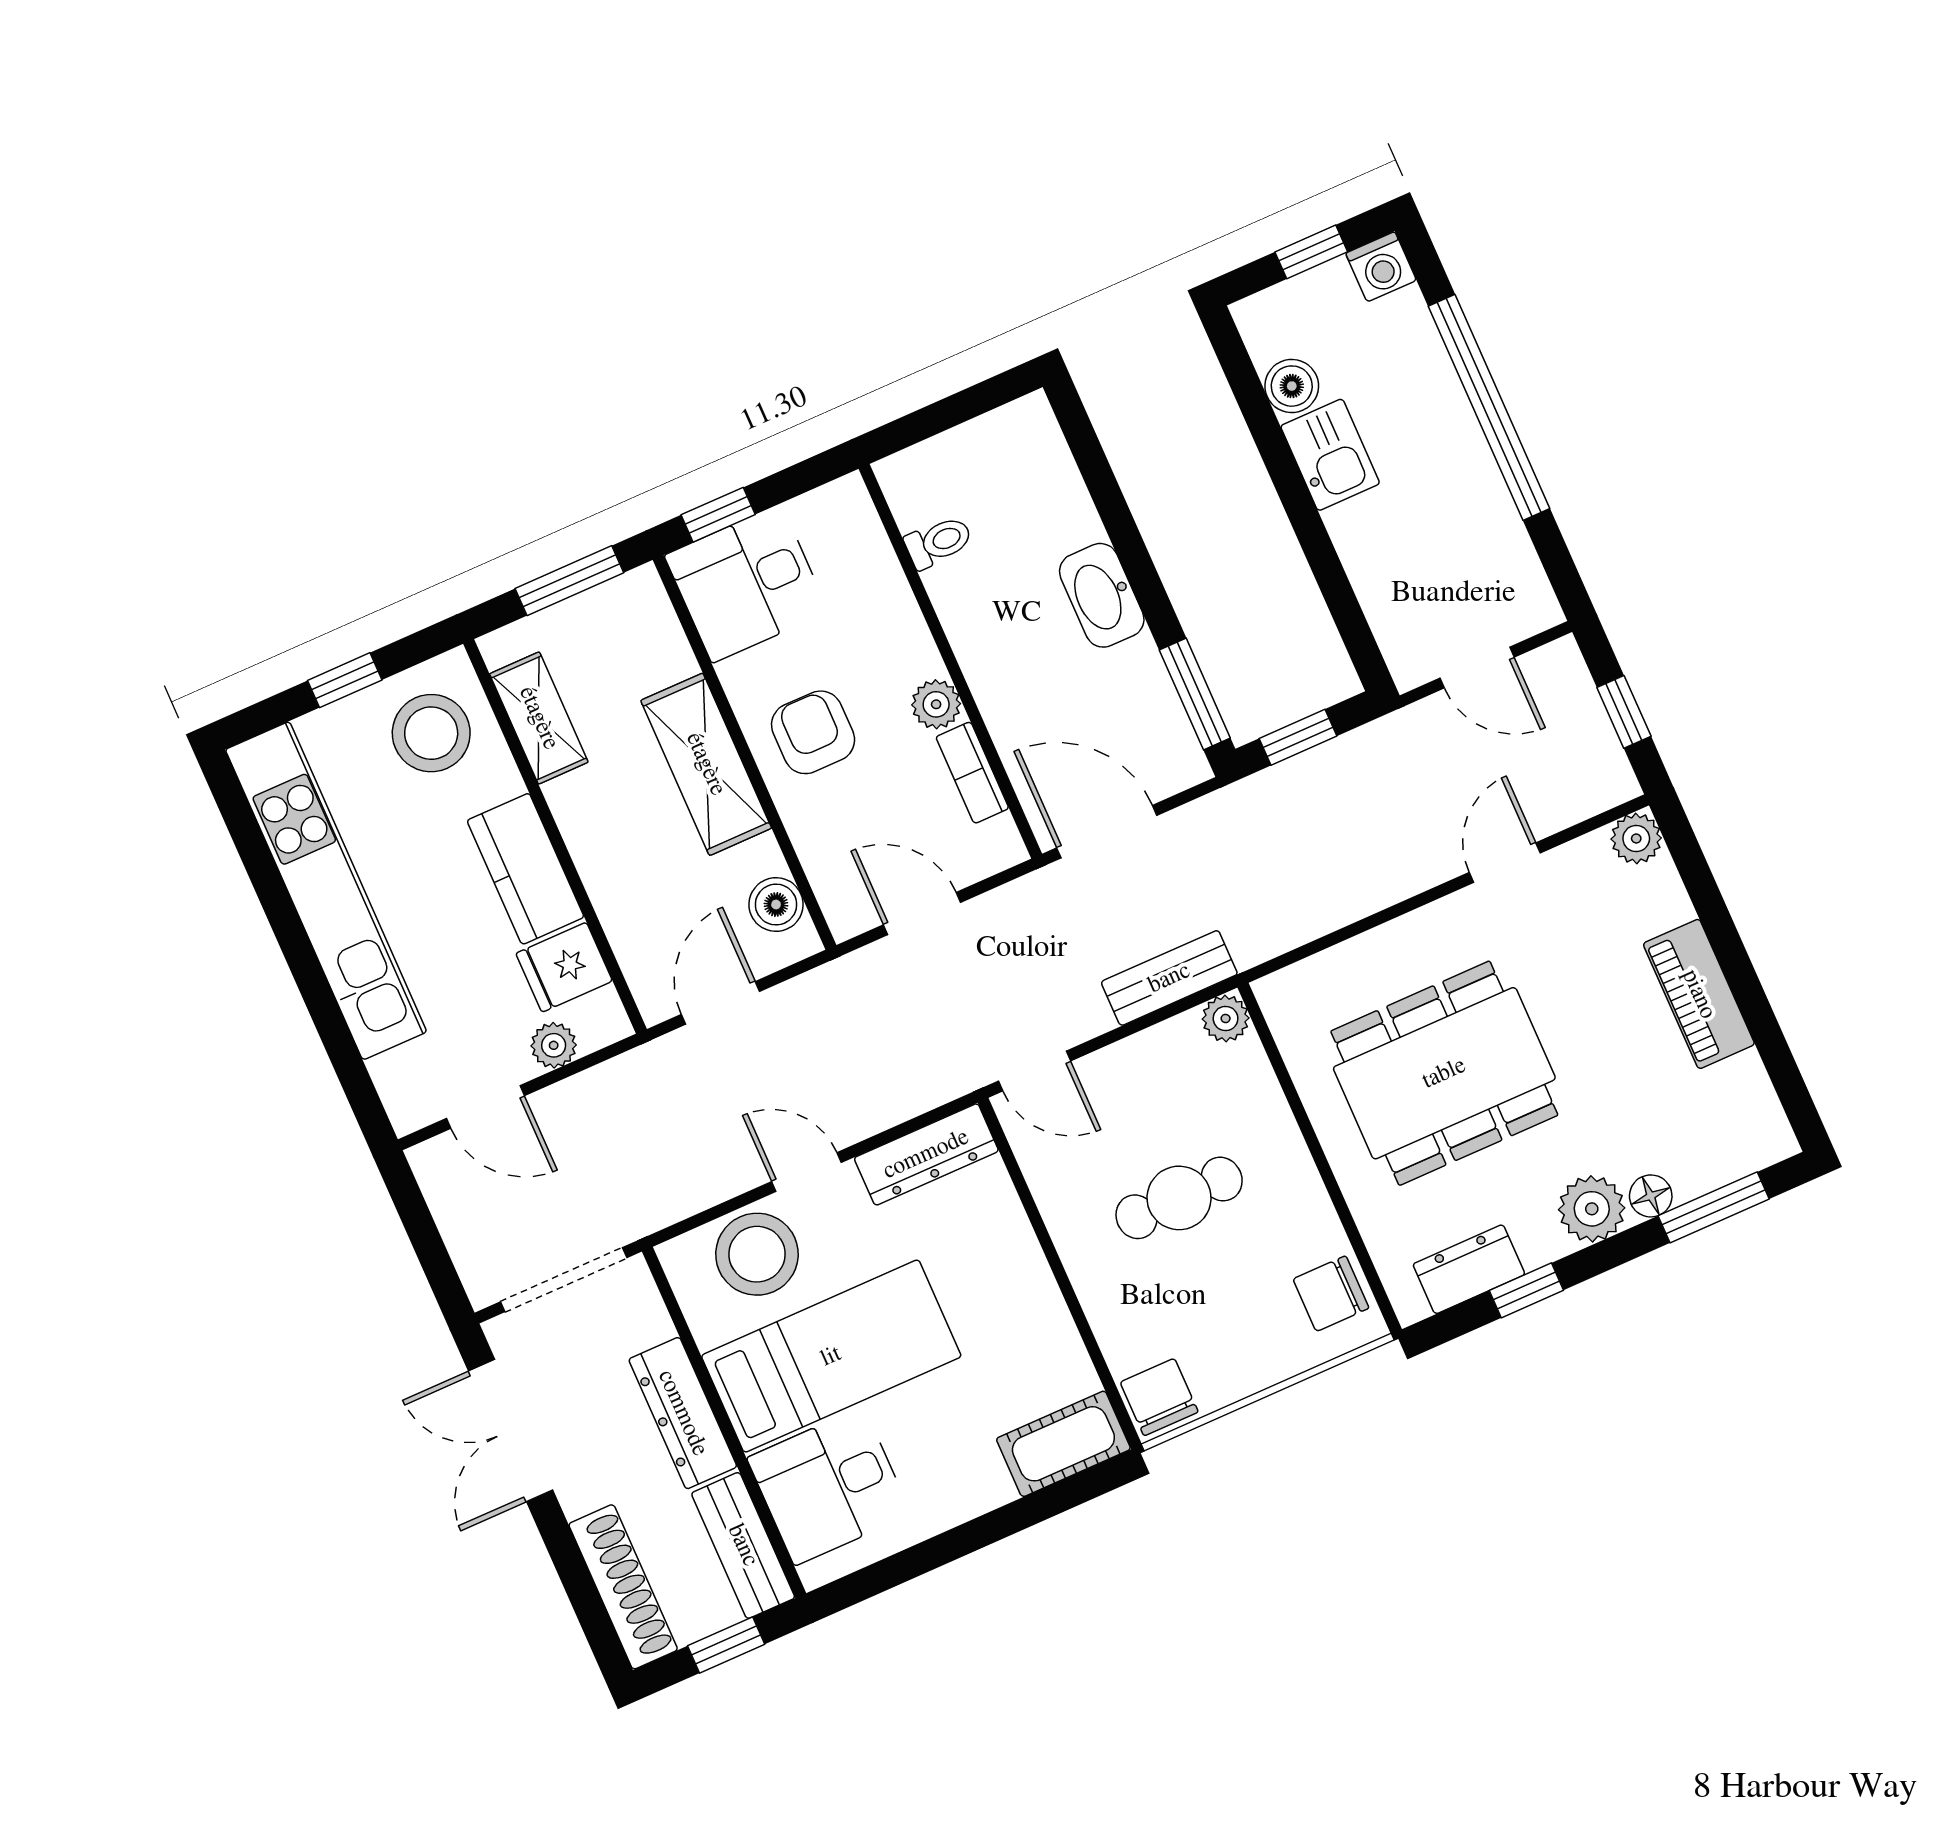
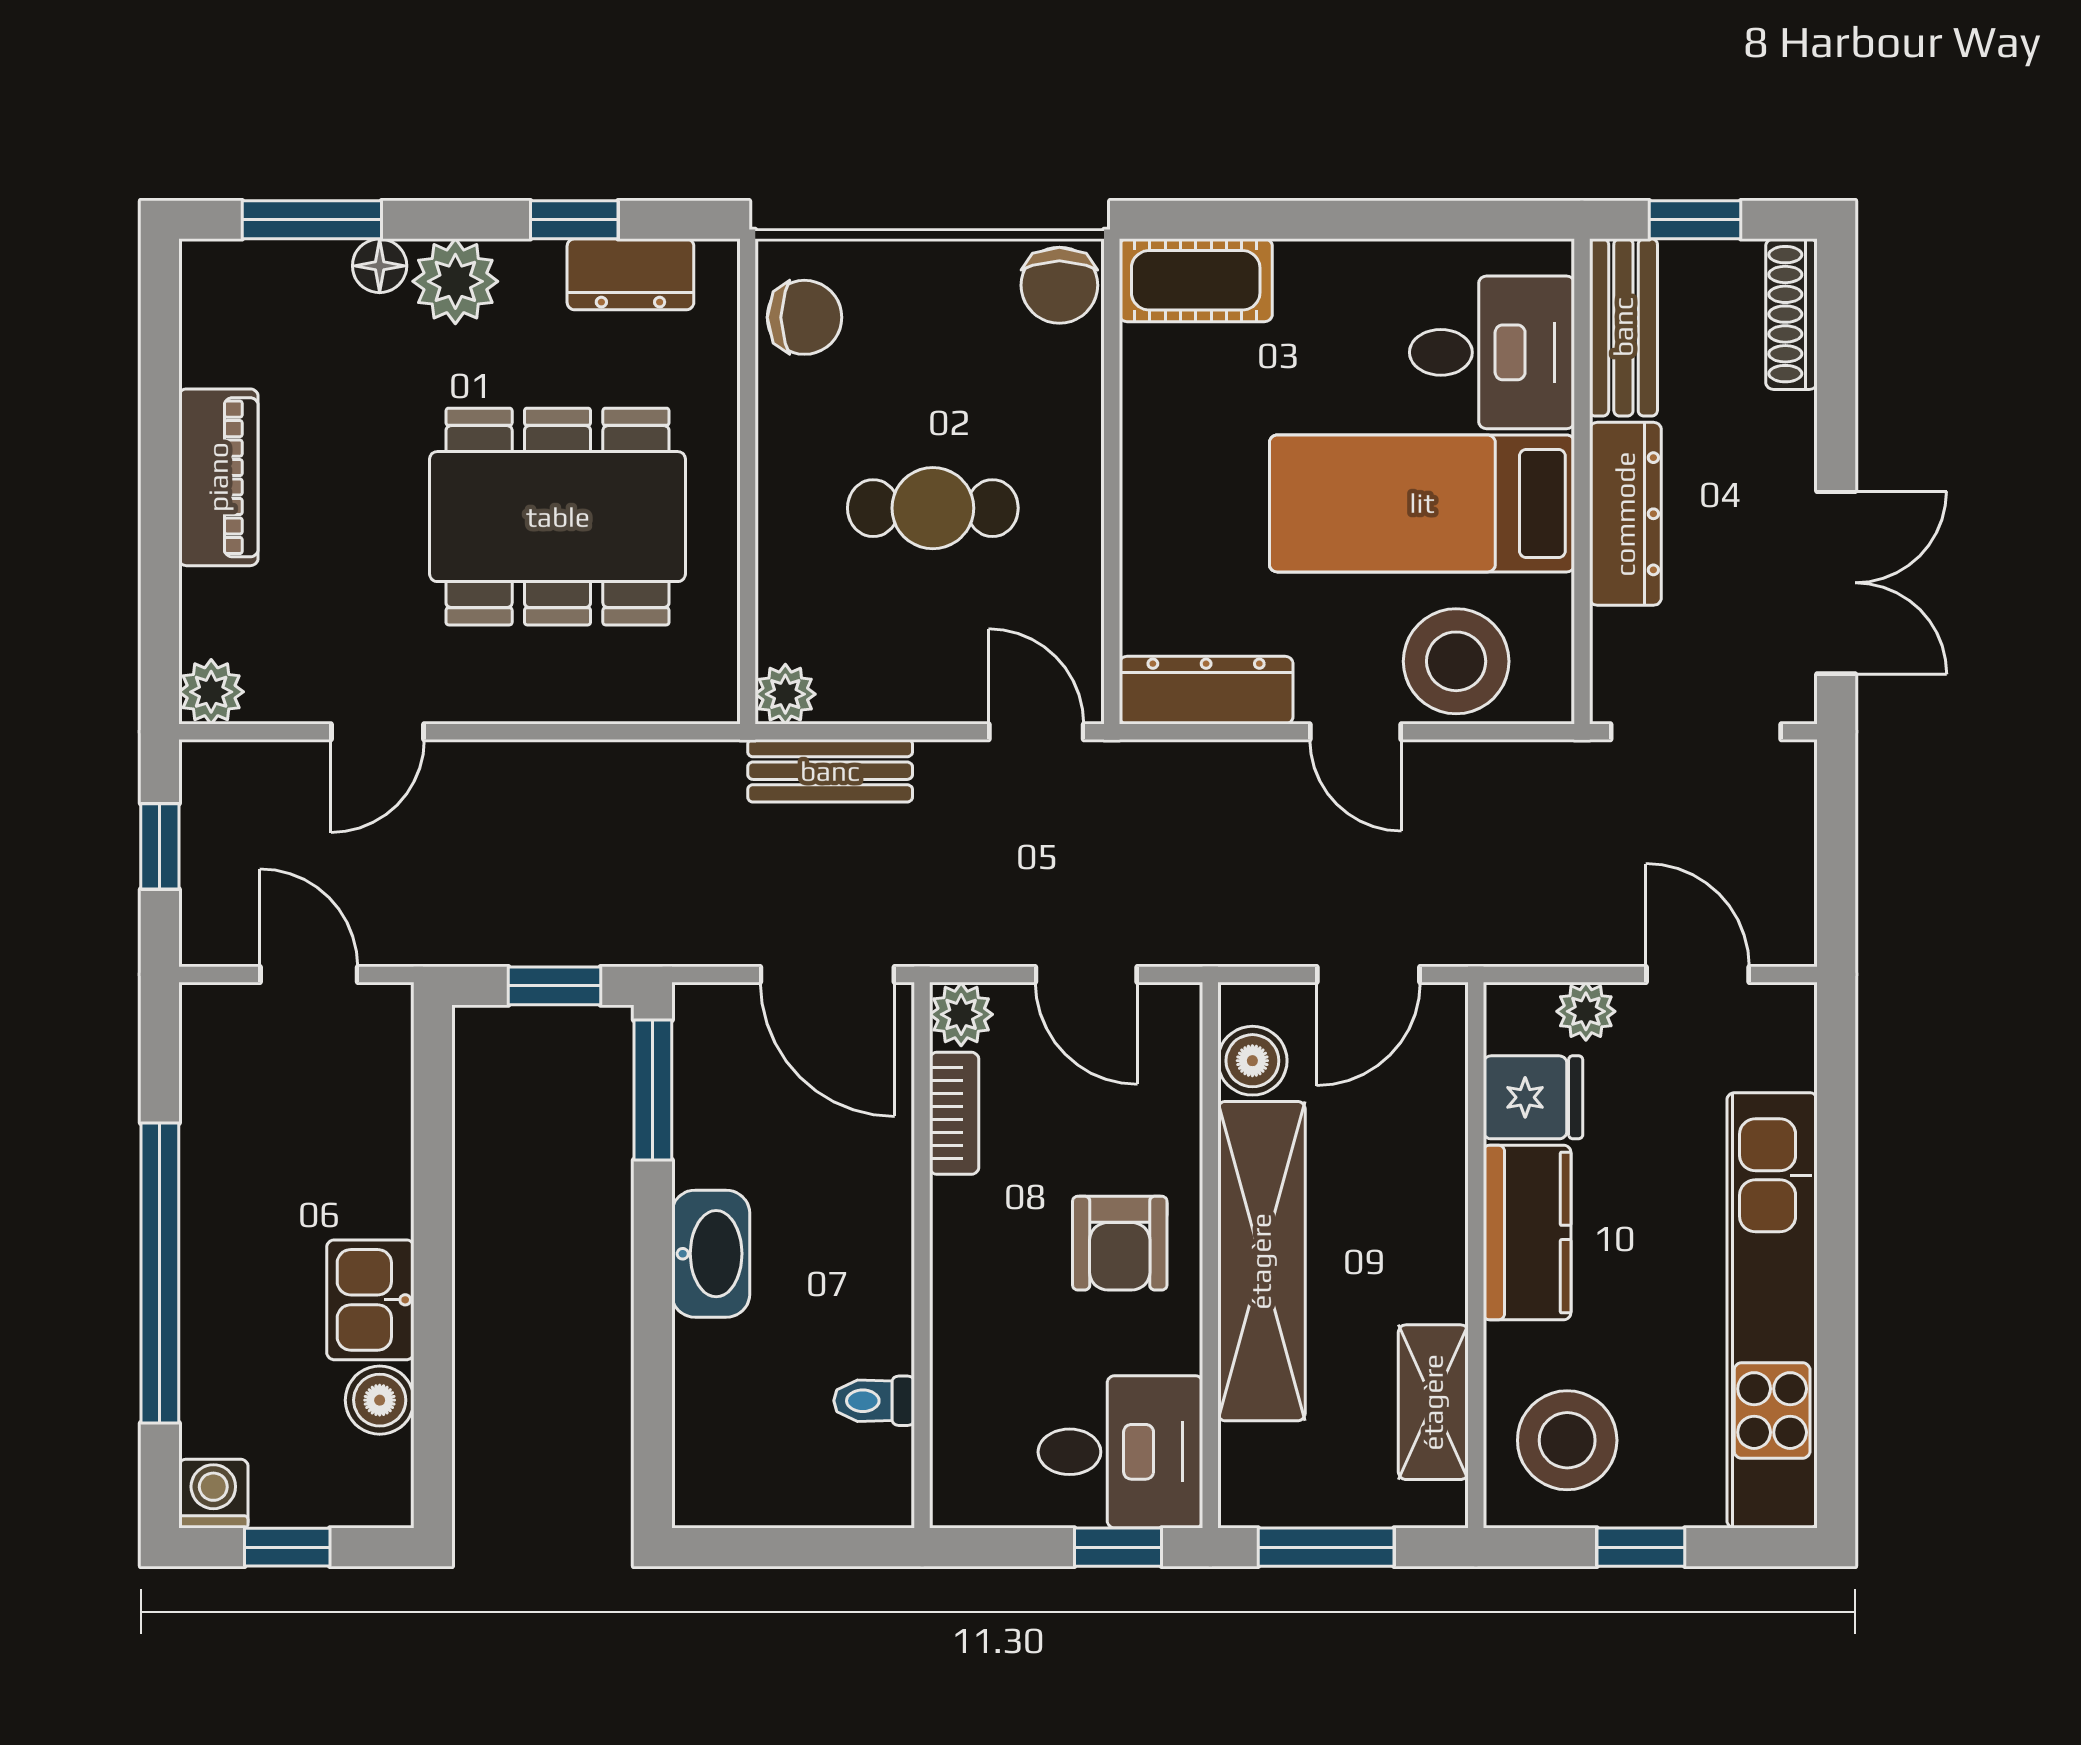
plant: (936, 704) -> (961, 1014), moved
shelving: (706, 764) -> (1261, 1261), width x1.47
shoe rack: (623, 1587) -> (1791, 314), width x0.74, depth x0.81

